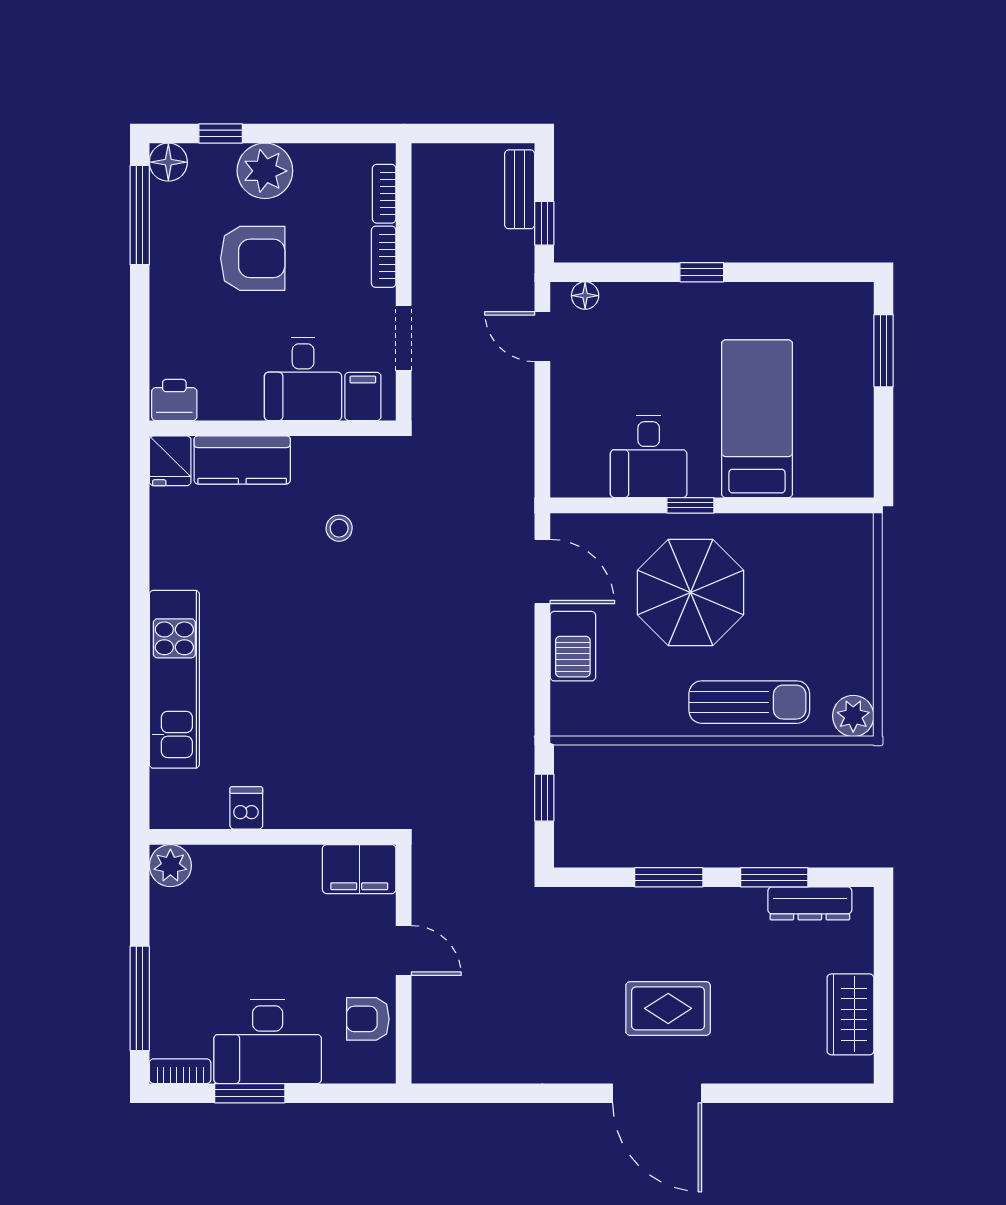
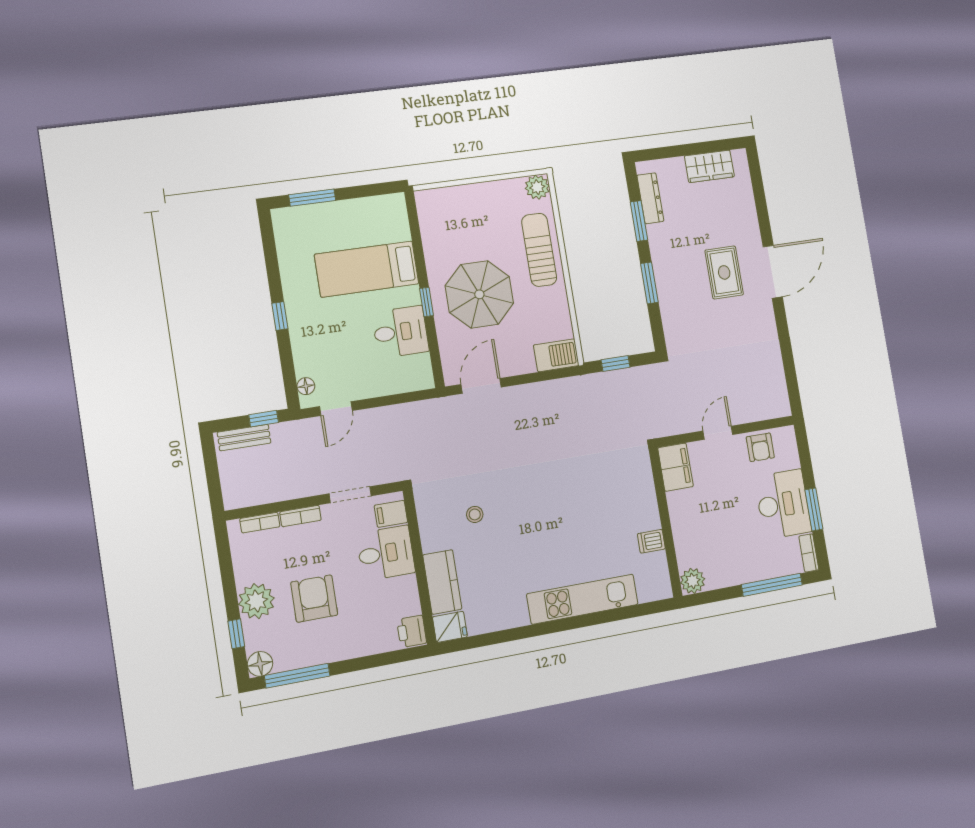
barbecue: (573, 646) -> (556, 355), moved

